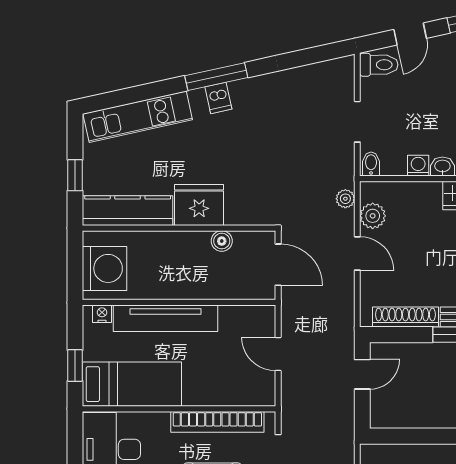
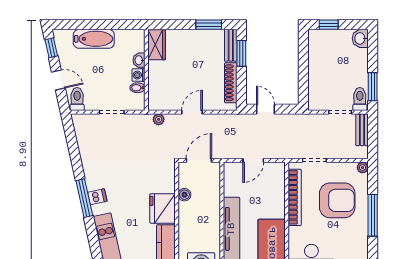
bidet: (371, 164) -> (138, 88), moved
plant: (373, 216) -> (169, 103), removed

